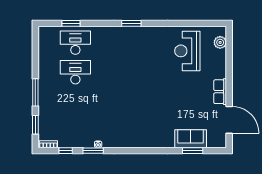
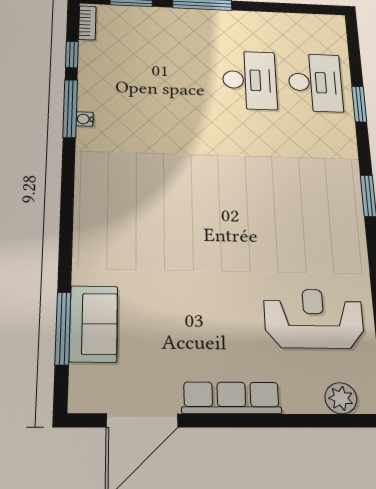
window: (71, 23) -> (359, 104), moved
row of seats: (220, 92) -> (231, 398), width x1.48
window: (93, 151) -> (70, 109), width x1.44
window: (193, 151) -> (63, 328), width x1.44

